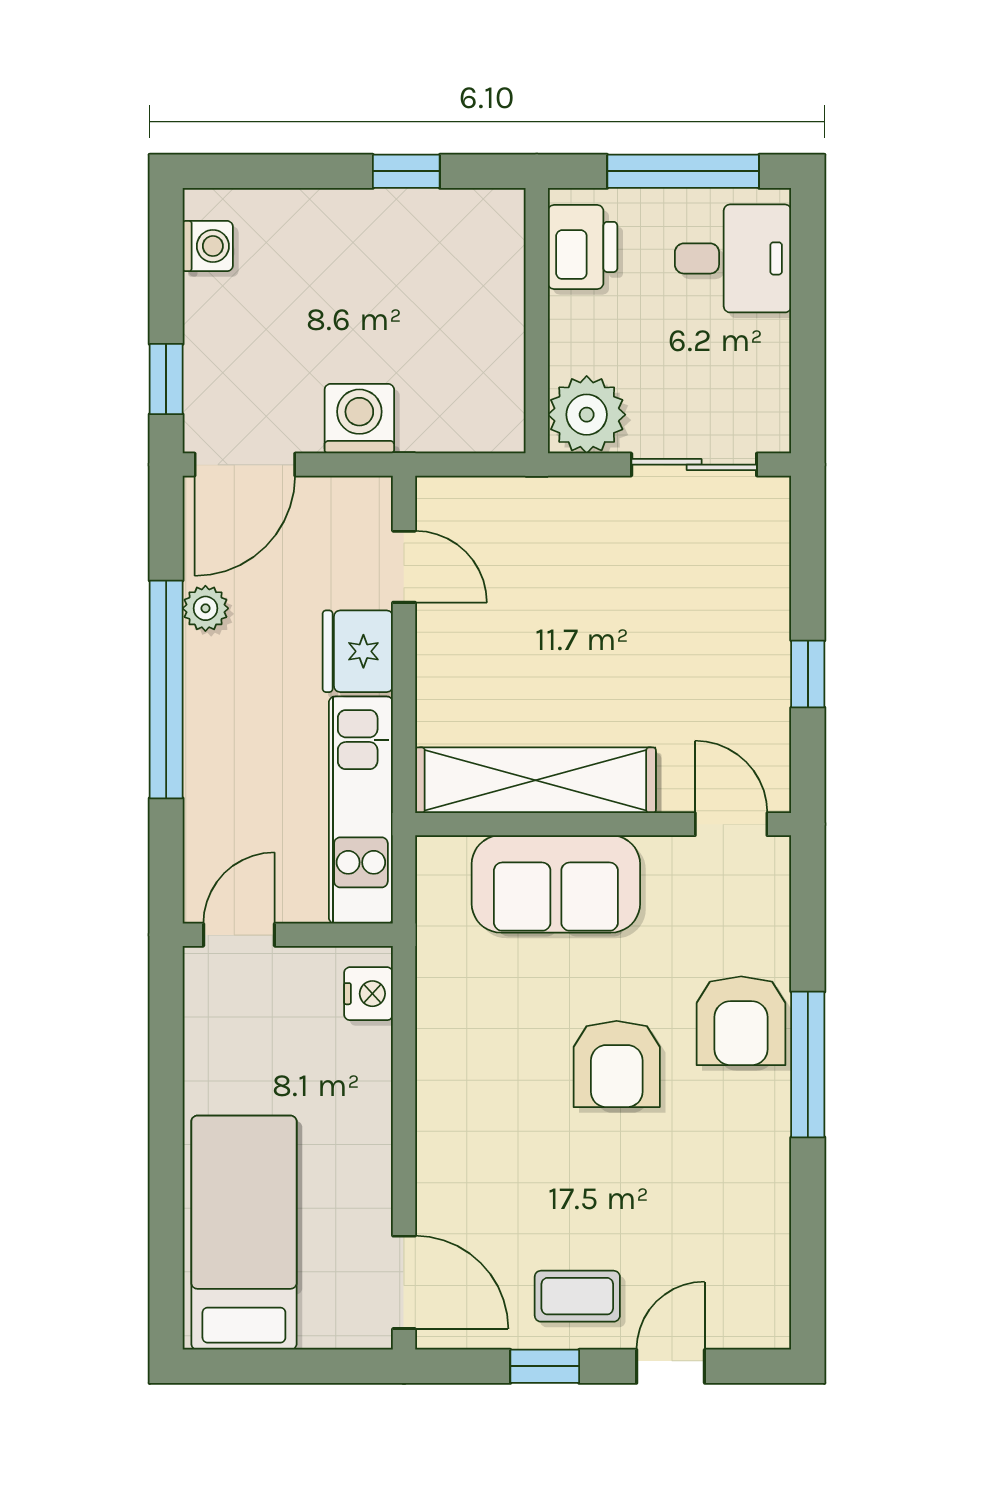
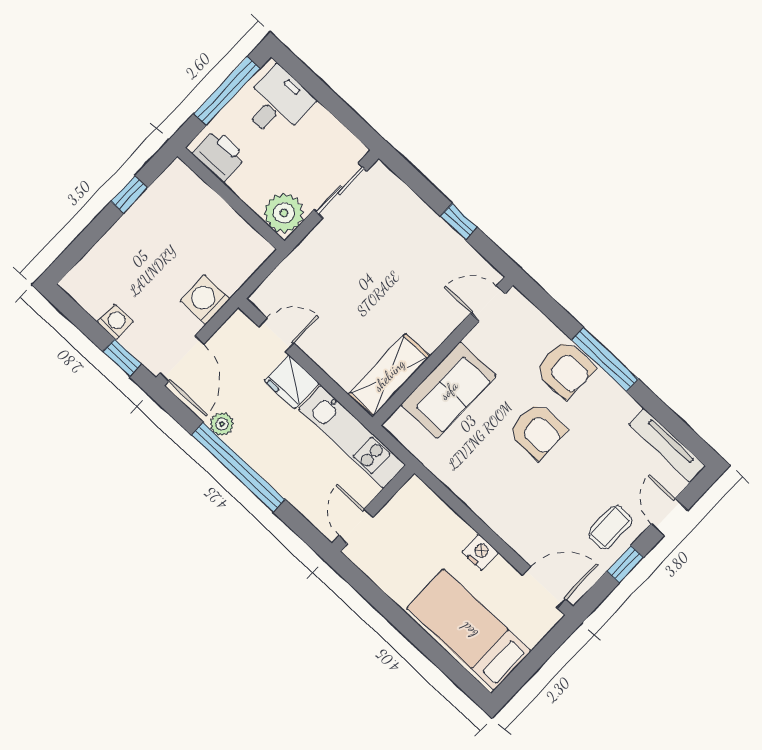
washing machine: (208, 246) -> (115, 322), moved
shelving: (535, 780) -> (389, 375), width x0.68
nightstand: (368, 994) -> (480, 552), moved
tv unit: (769, 1267) -> (667, 445), added

